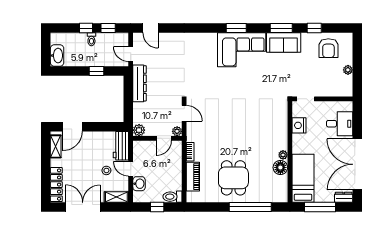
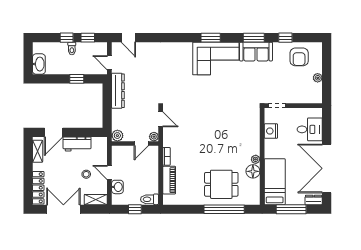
workbench: (121, 146) -> (77, 144), moved, turned -90
dining table: (233, 178) -> (221, 184), moved, turned 90

